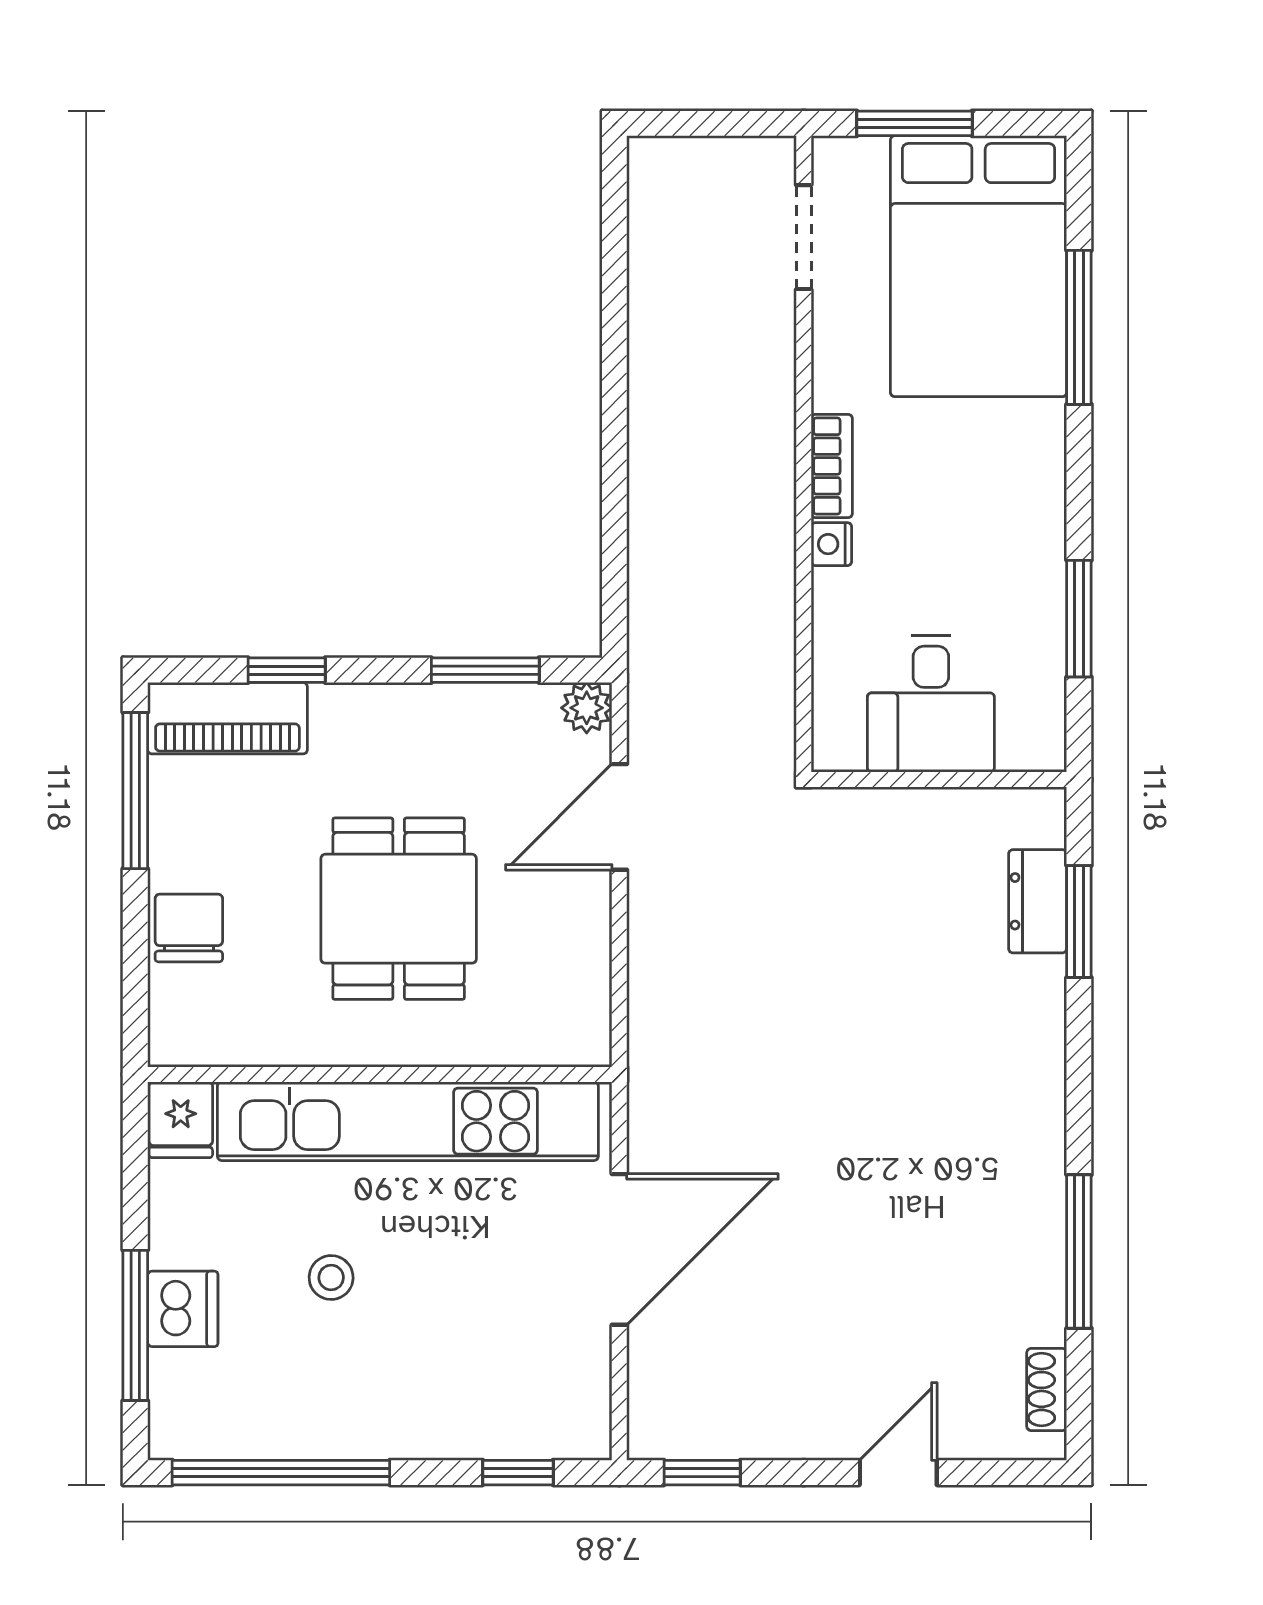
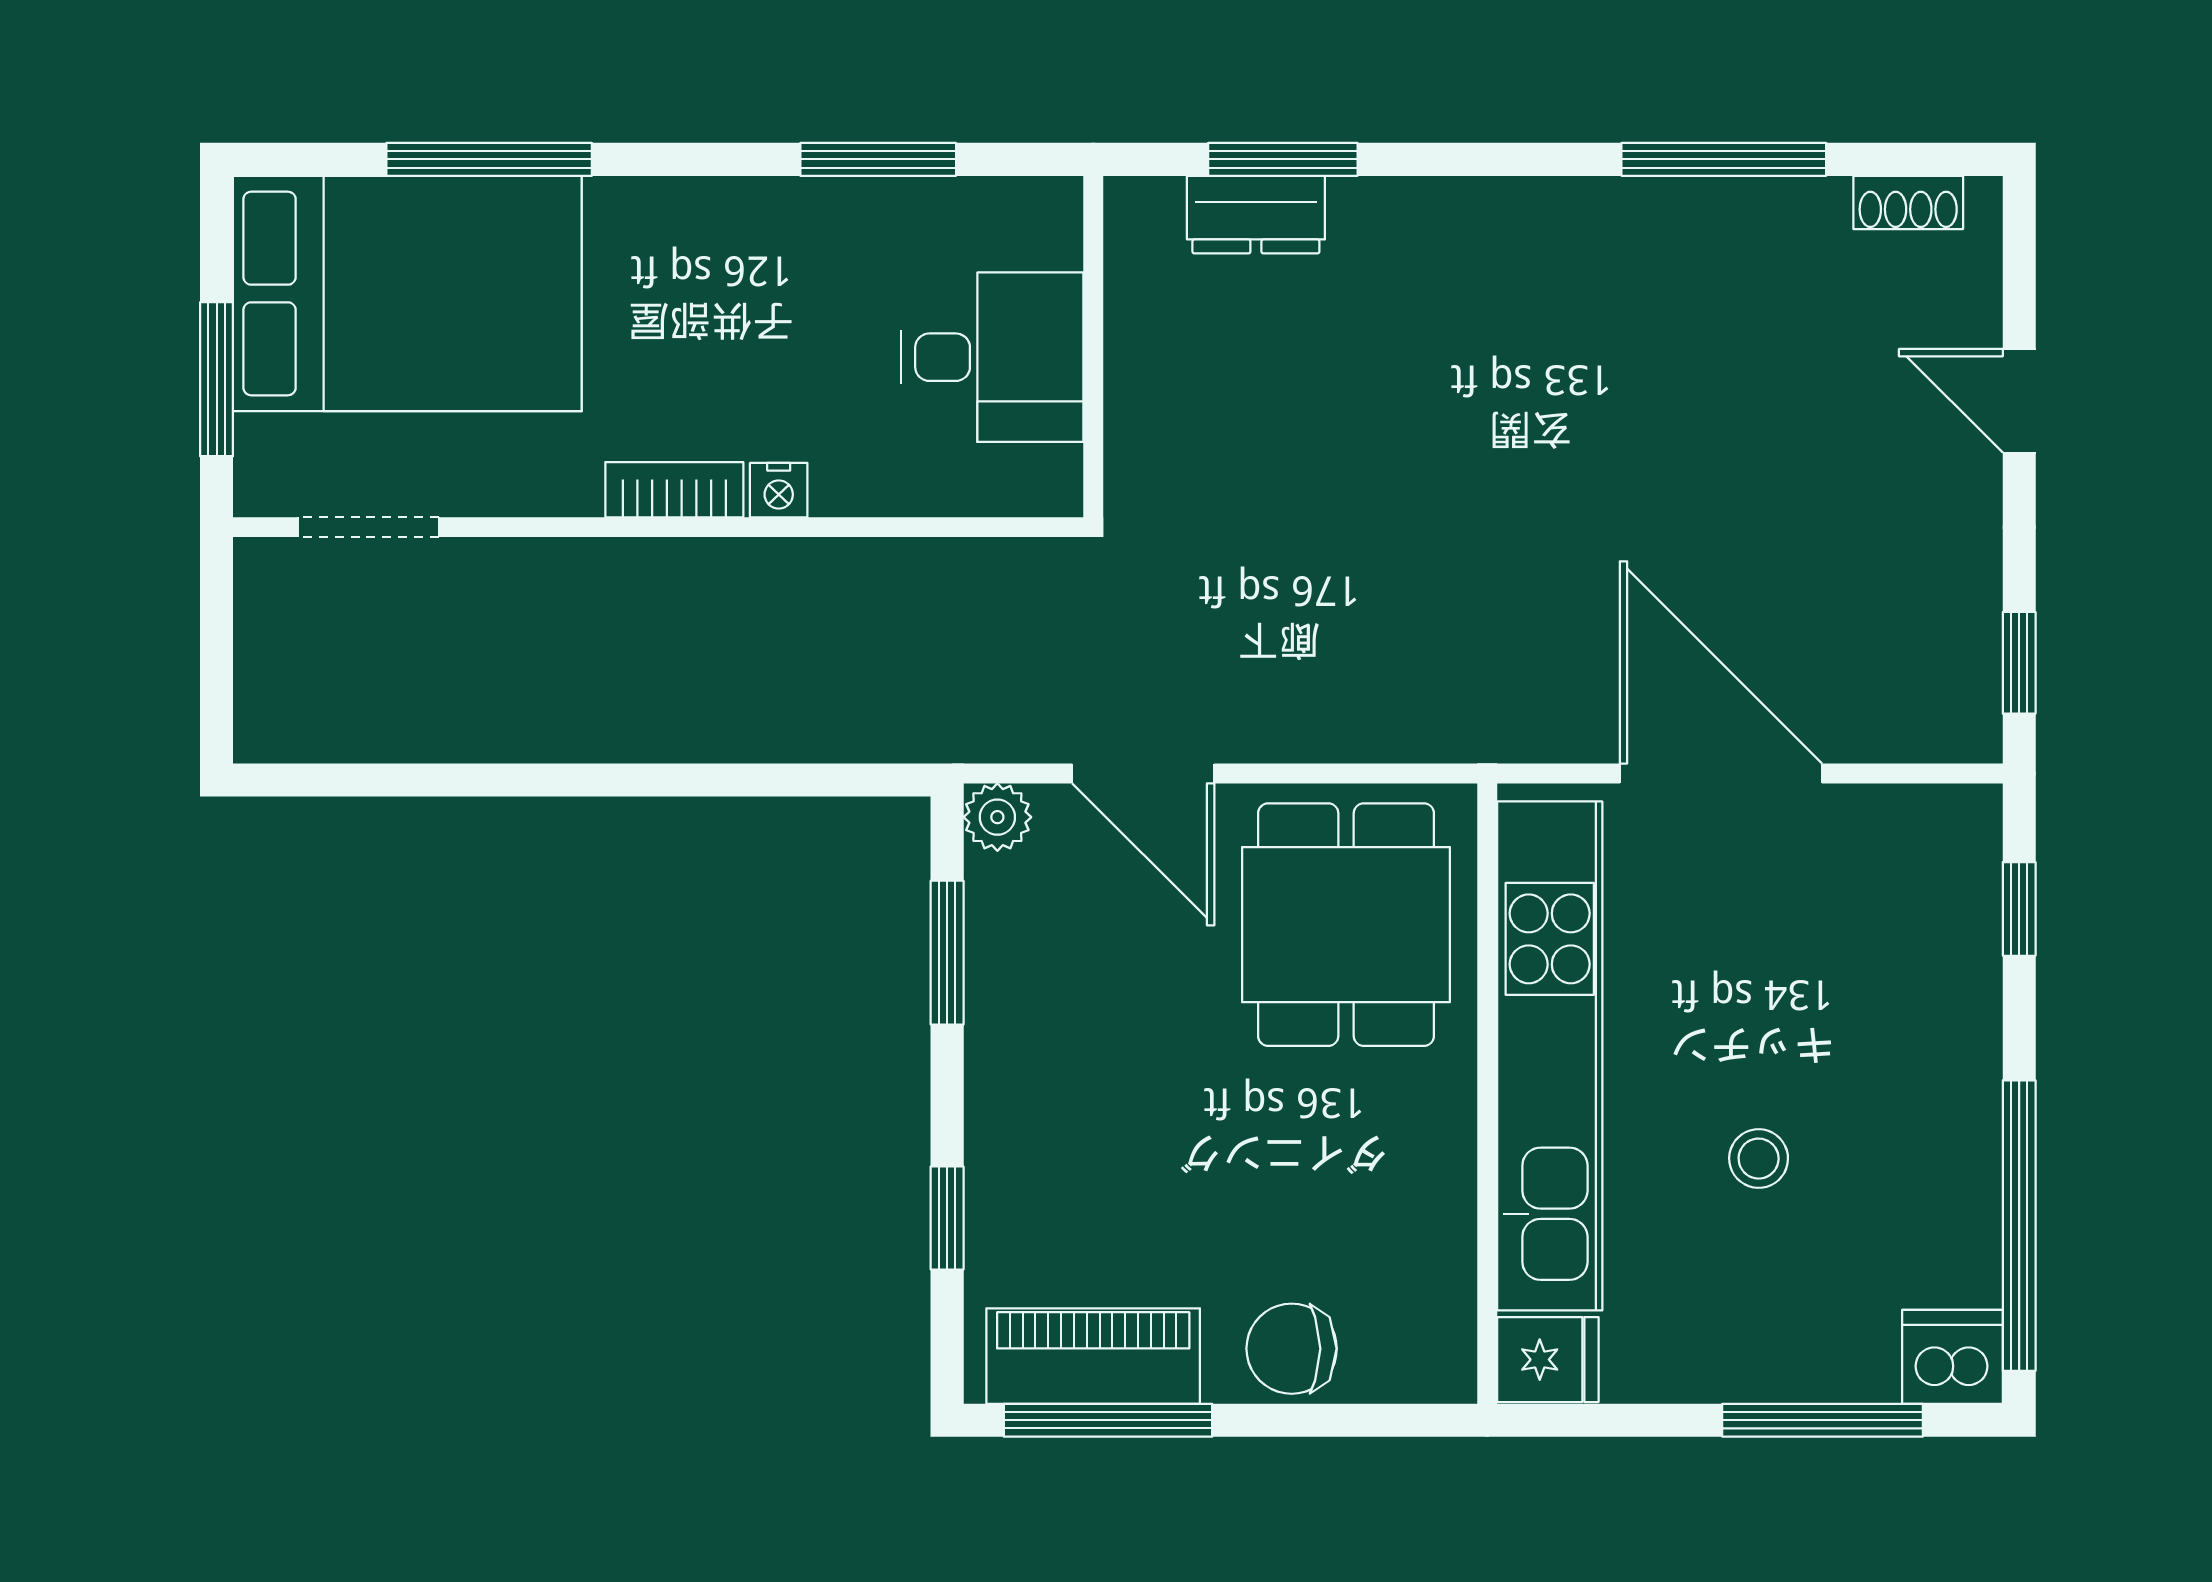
piano: (227, 718) -> (1093, 1356), moved, turned -90
dining table: (399, 909) -> (1346, 925), moved, turned 90
dishwasher: (183, 1309) -> (1952, 1357), moved

